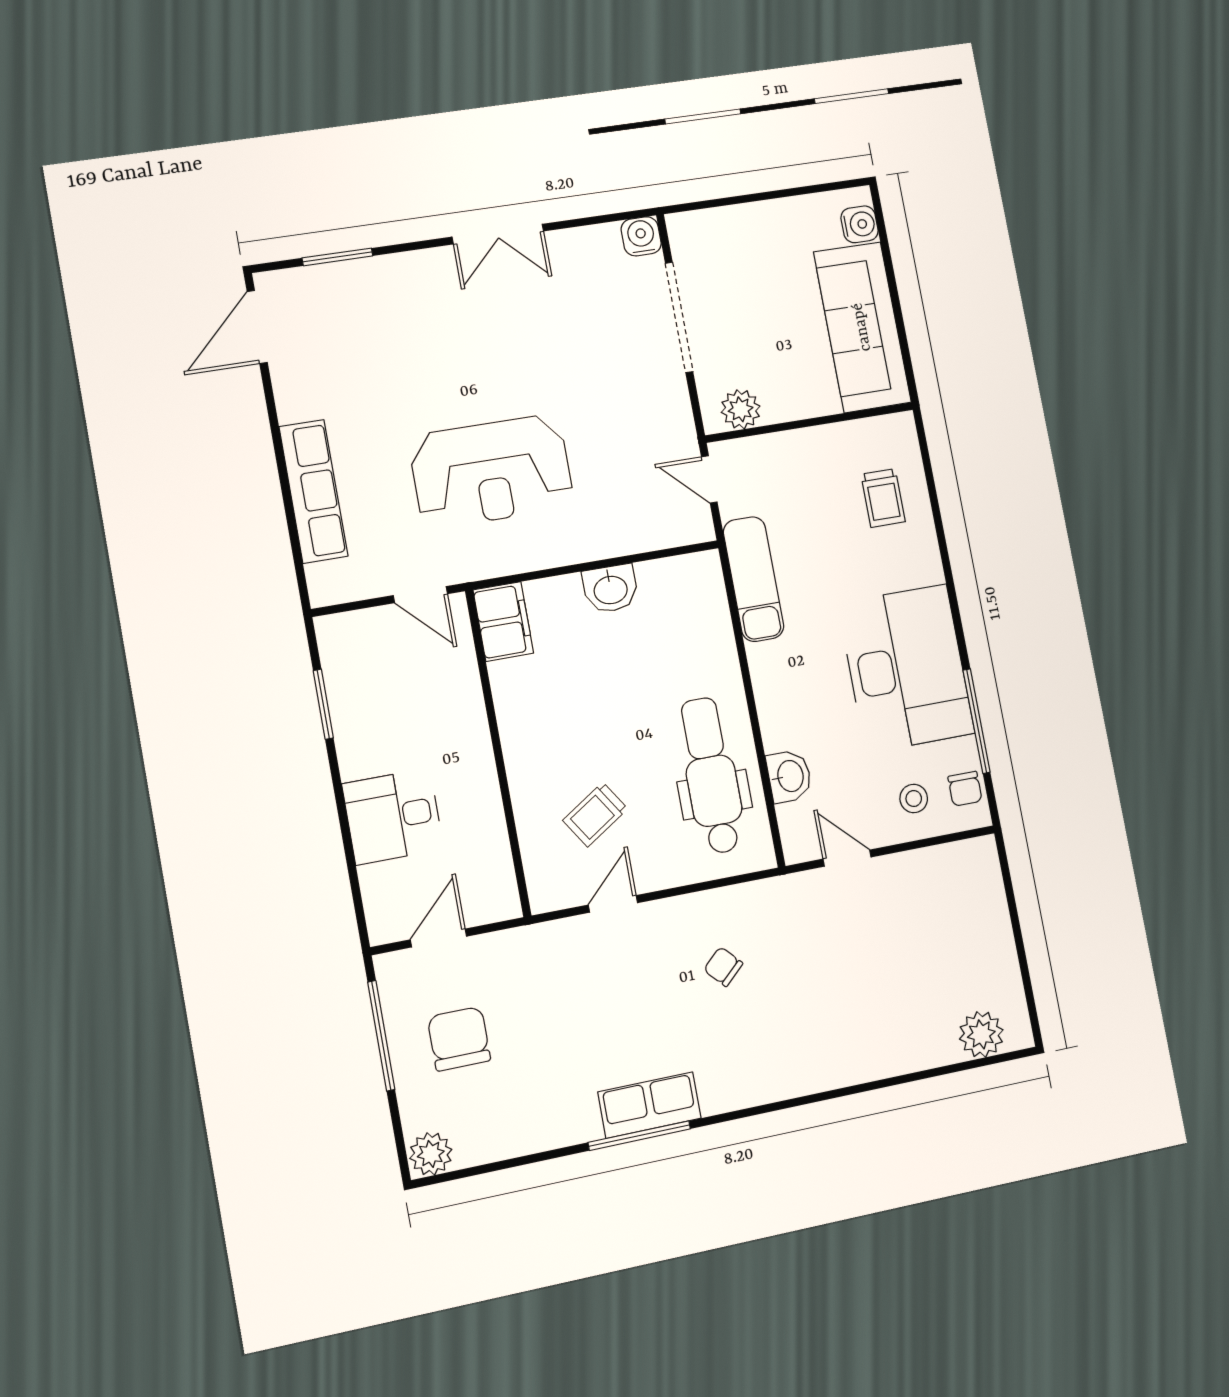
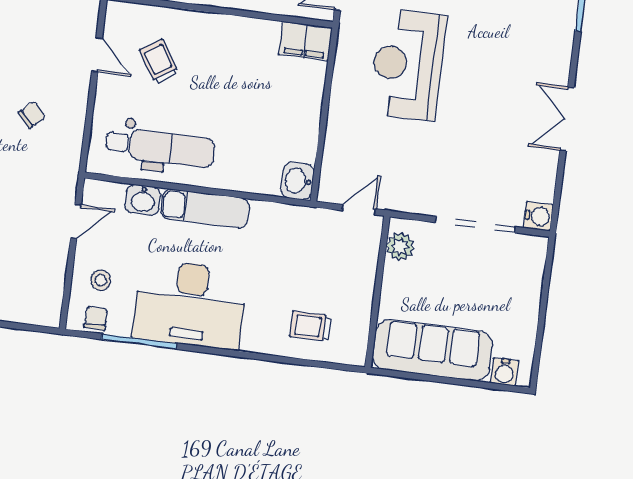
exam couch: (754, 579) -> (205, 209), moved
washbasin: (610, 589) -> (298, 181), moved
chair: (965, 789) -> (96, 318), turned 91

